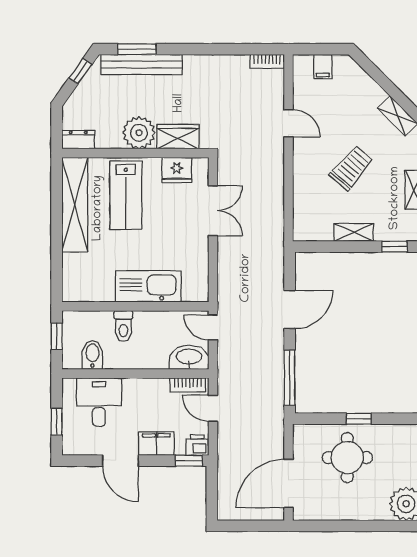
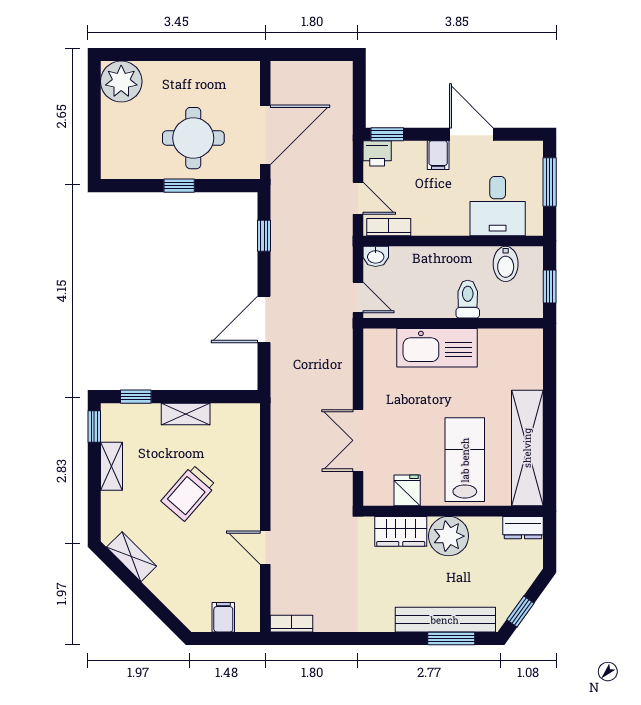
fridge: (177, 170) -> (407, 490), width x0.72
washbasin: (189, 357) -> (376, 256), width x0.52, depth x0.69
window: (290, 378) -> (264, 236), width x0.46
window: (57, 422) -> (550, 182), width x1.50
filing cabinet: (156, 444) -> (438, 155), width x0.50
door: (289, 483) -> (265, 135), moved

